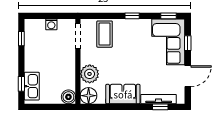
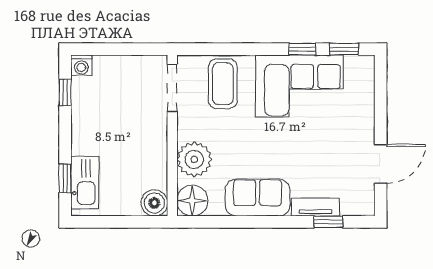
window: (132, 16) -> (302, 49), moved
washing machine: (51, 24) -> (81, 65), moved
corner sofa: (168, 42) -> (299, 86), moved, turned -90
window: (188, 43) -> (381, 101), removed
tv unit: (159, 99) -> (315, 207), width x0.71

